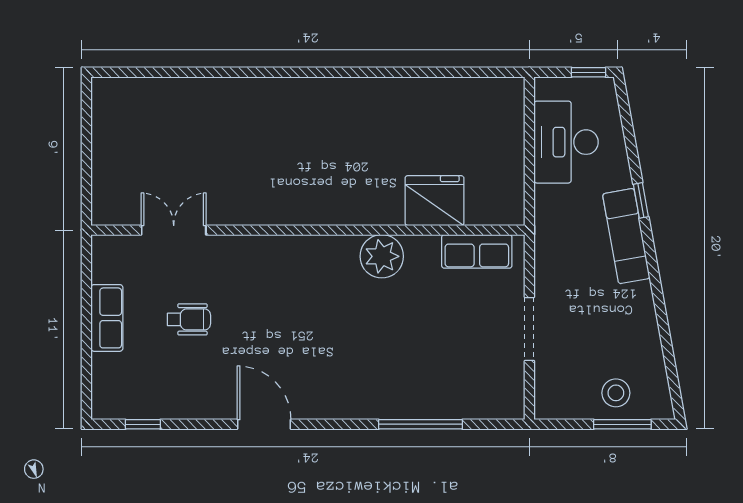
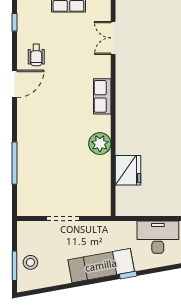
double door: (174, 230) -> (113, 38), swing flipped
exam couch: (626, 236) -> (101, 266), width x1.36, depth x1.45
row of seats: (477, 251) -> (102, 96), moved
wheelchair: (189, 319) -> (36, 55), moved

